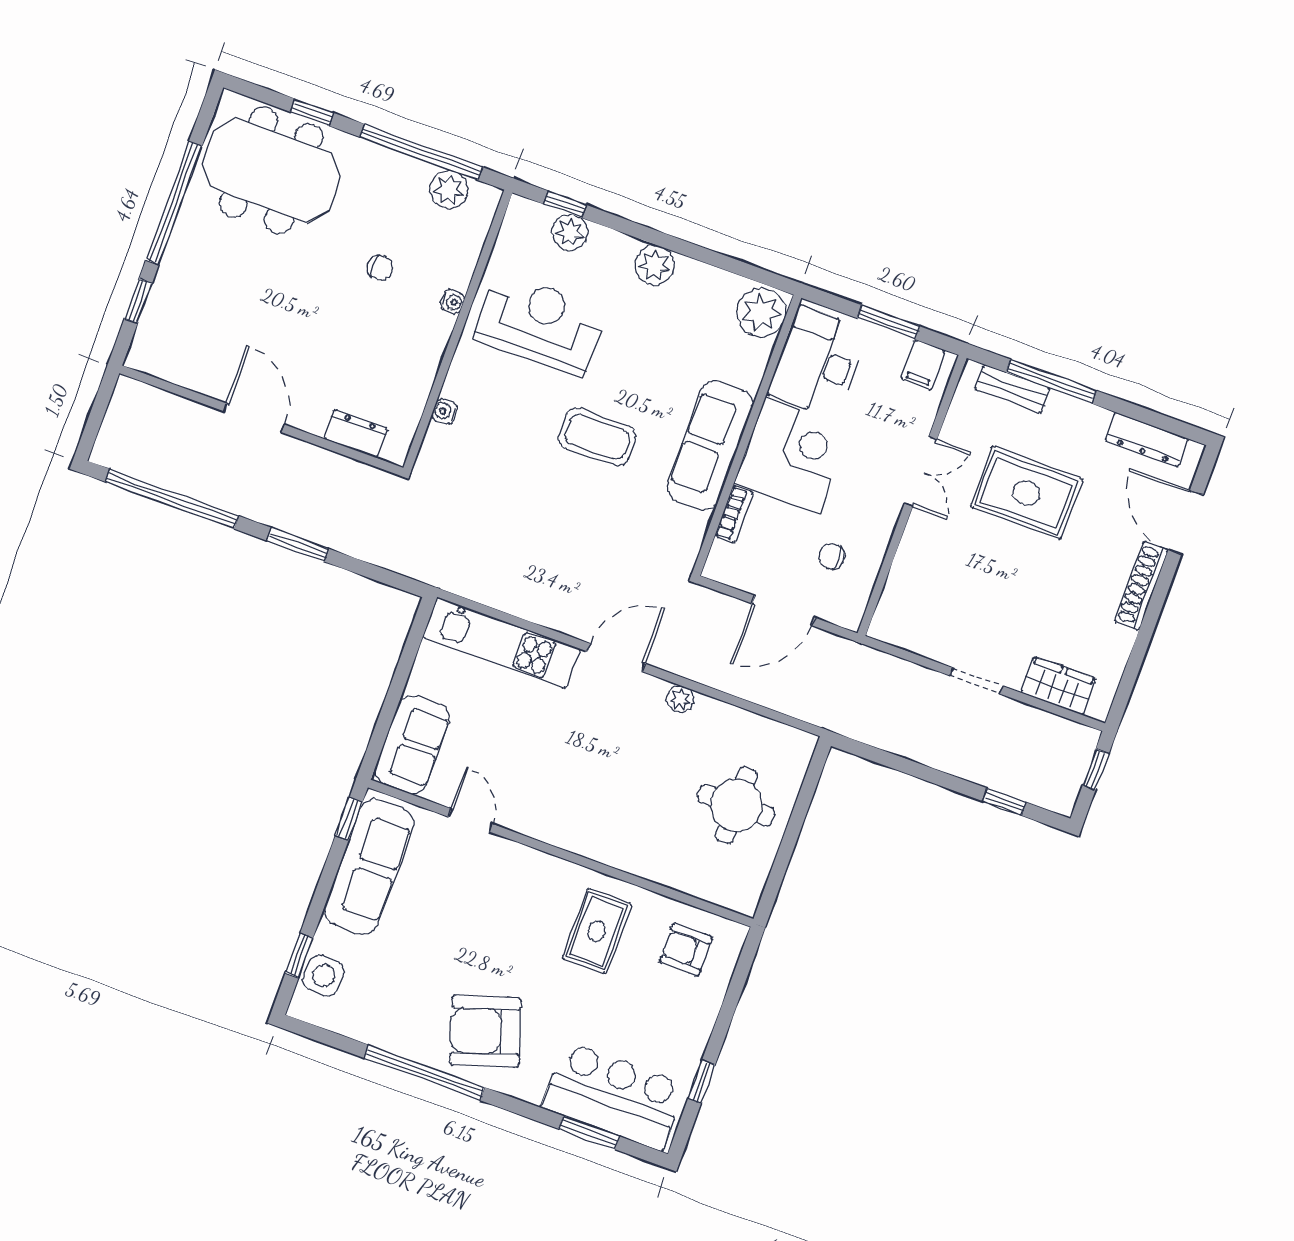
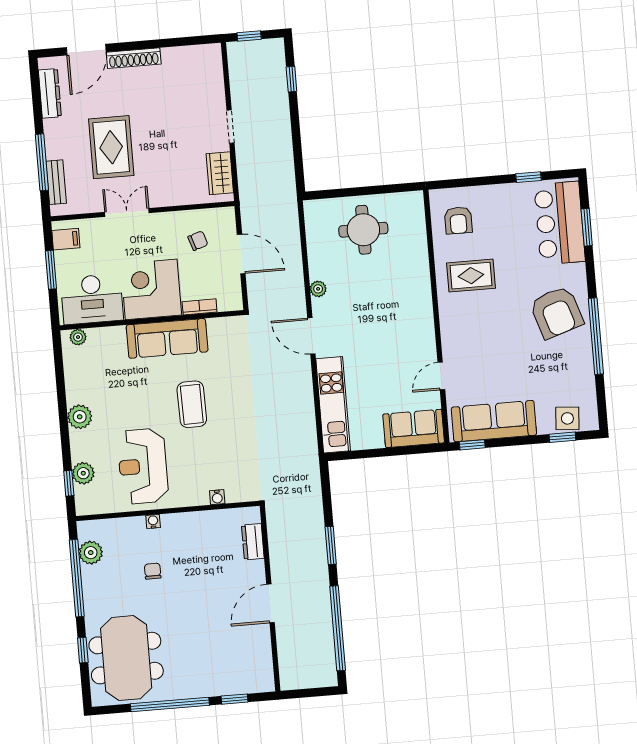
plant: (761, 313) -> (78, 337), width x0.53, depth x0.53
chair: (832, 556) -> (198, 241), turned -108
wardrobe: (1058, 686) -> (220, 173), moved

